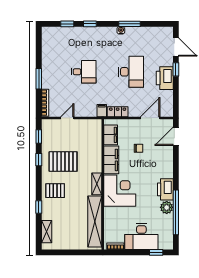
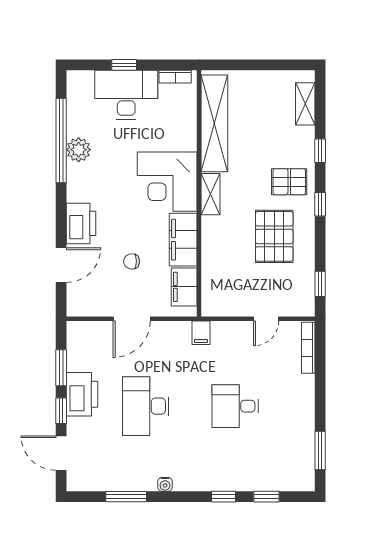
window: (129, 24) -> (126, 497), moved
window: (39, 79) -> (320, 450), moved
window: (176, 92) -> (61, 368), added
locker: (118, 112) -> (171, 331), removed
door: (150, 118) -> (132, 319), moved
door: (176, 136) -> (61, 265), moved
window: (39, 160) -> (320, 204), moved
pallet: (63, 162) -> (274, 236), turned 90
printer: (165, 189) -> (81, 223), moved
window: (156, 252) -> (124, 65), moved

